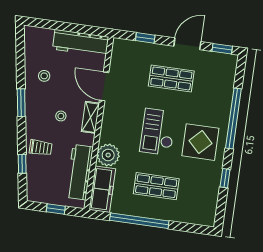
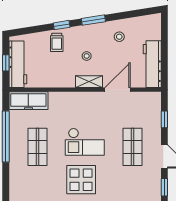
checkout: (158, 132) -> (85, 142), turned 180
plant: (108, 155) -> (59, 102), removed
window: (22, 164) -> (62, 25), moved
workbench: (79, 172) -> (18, 64), moved, turned 90

